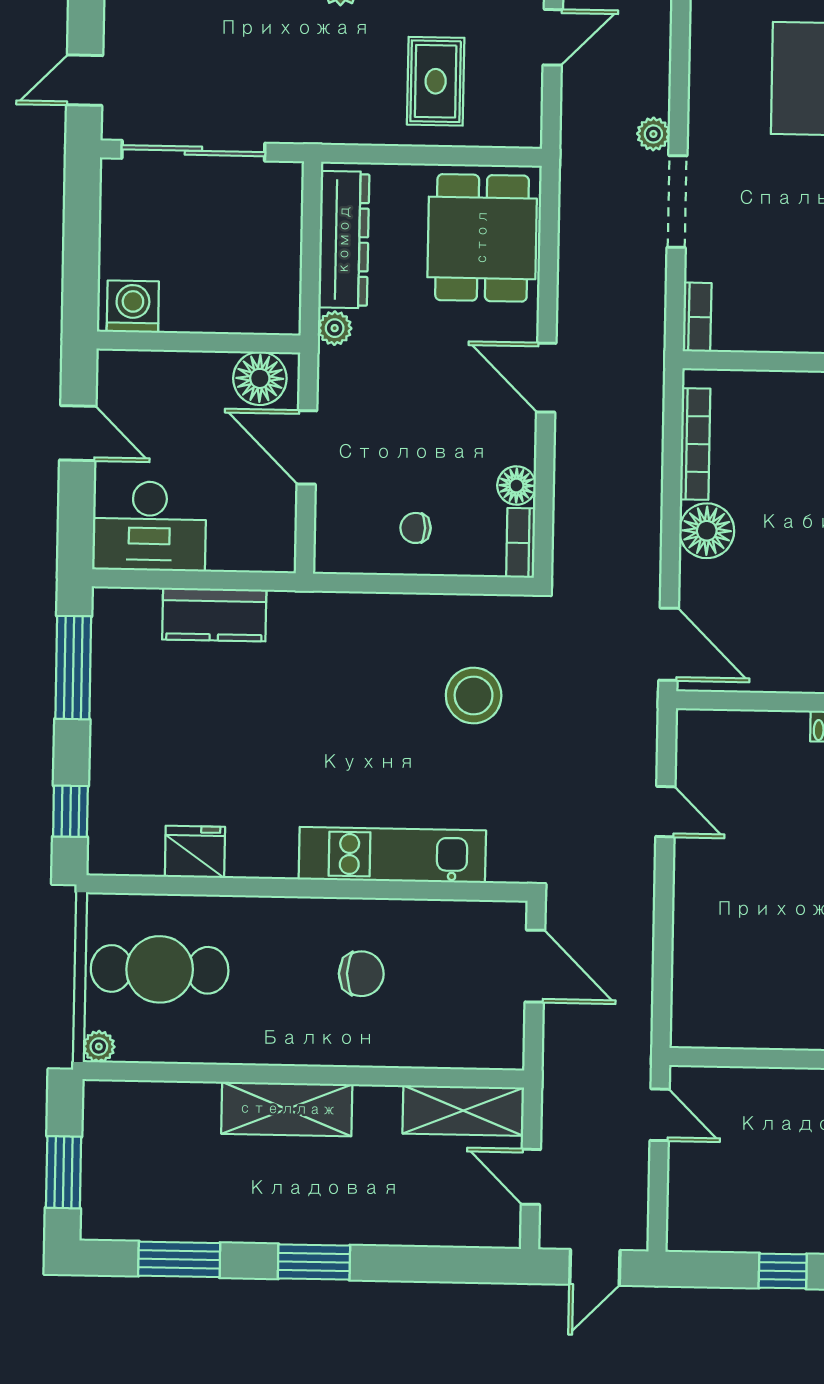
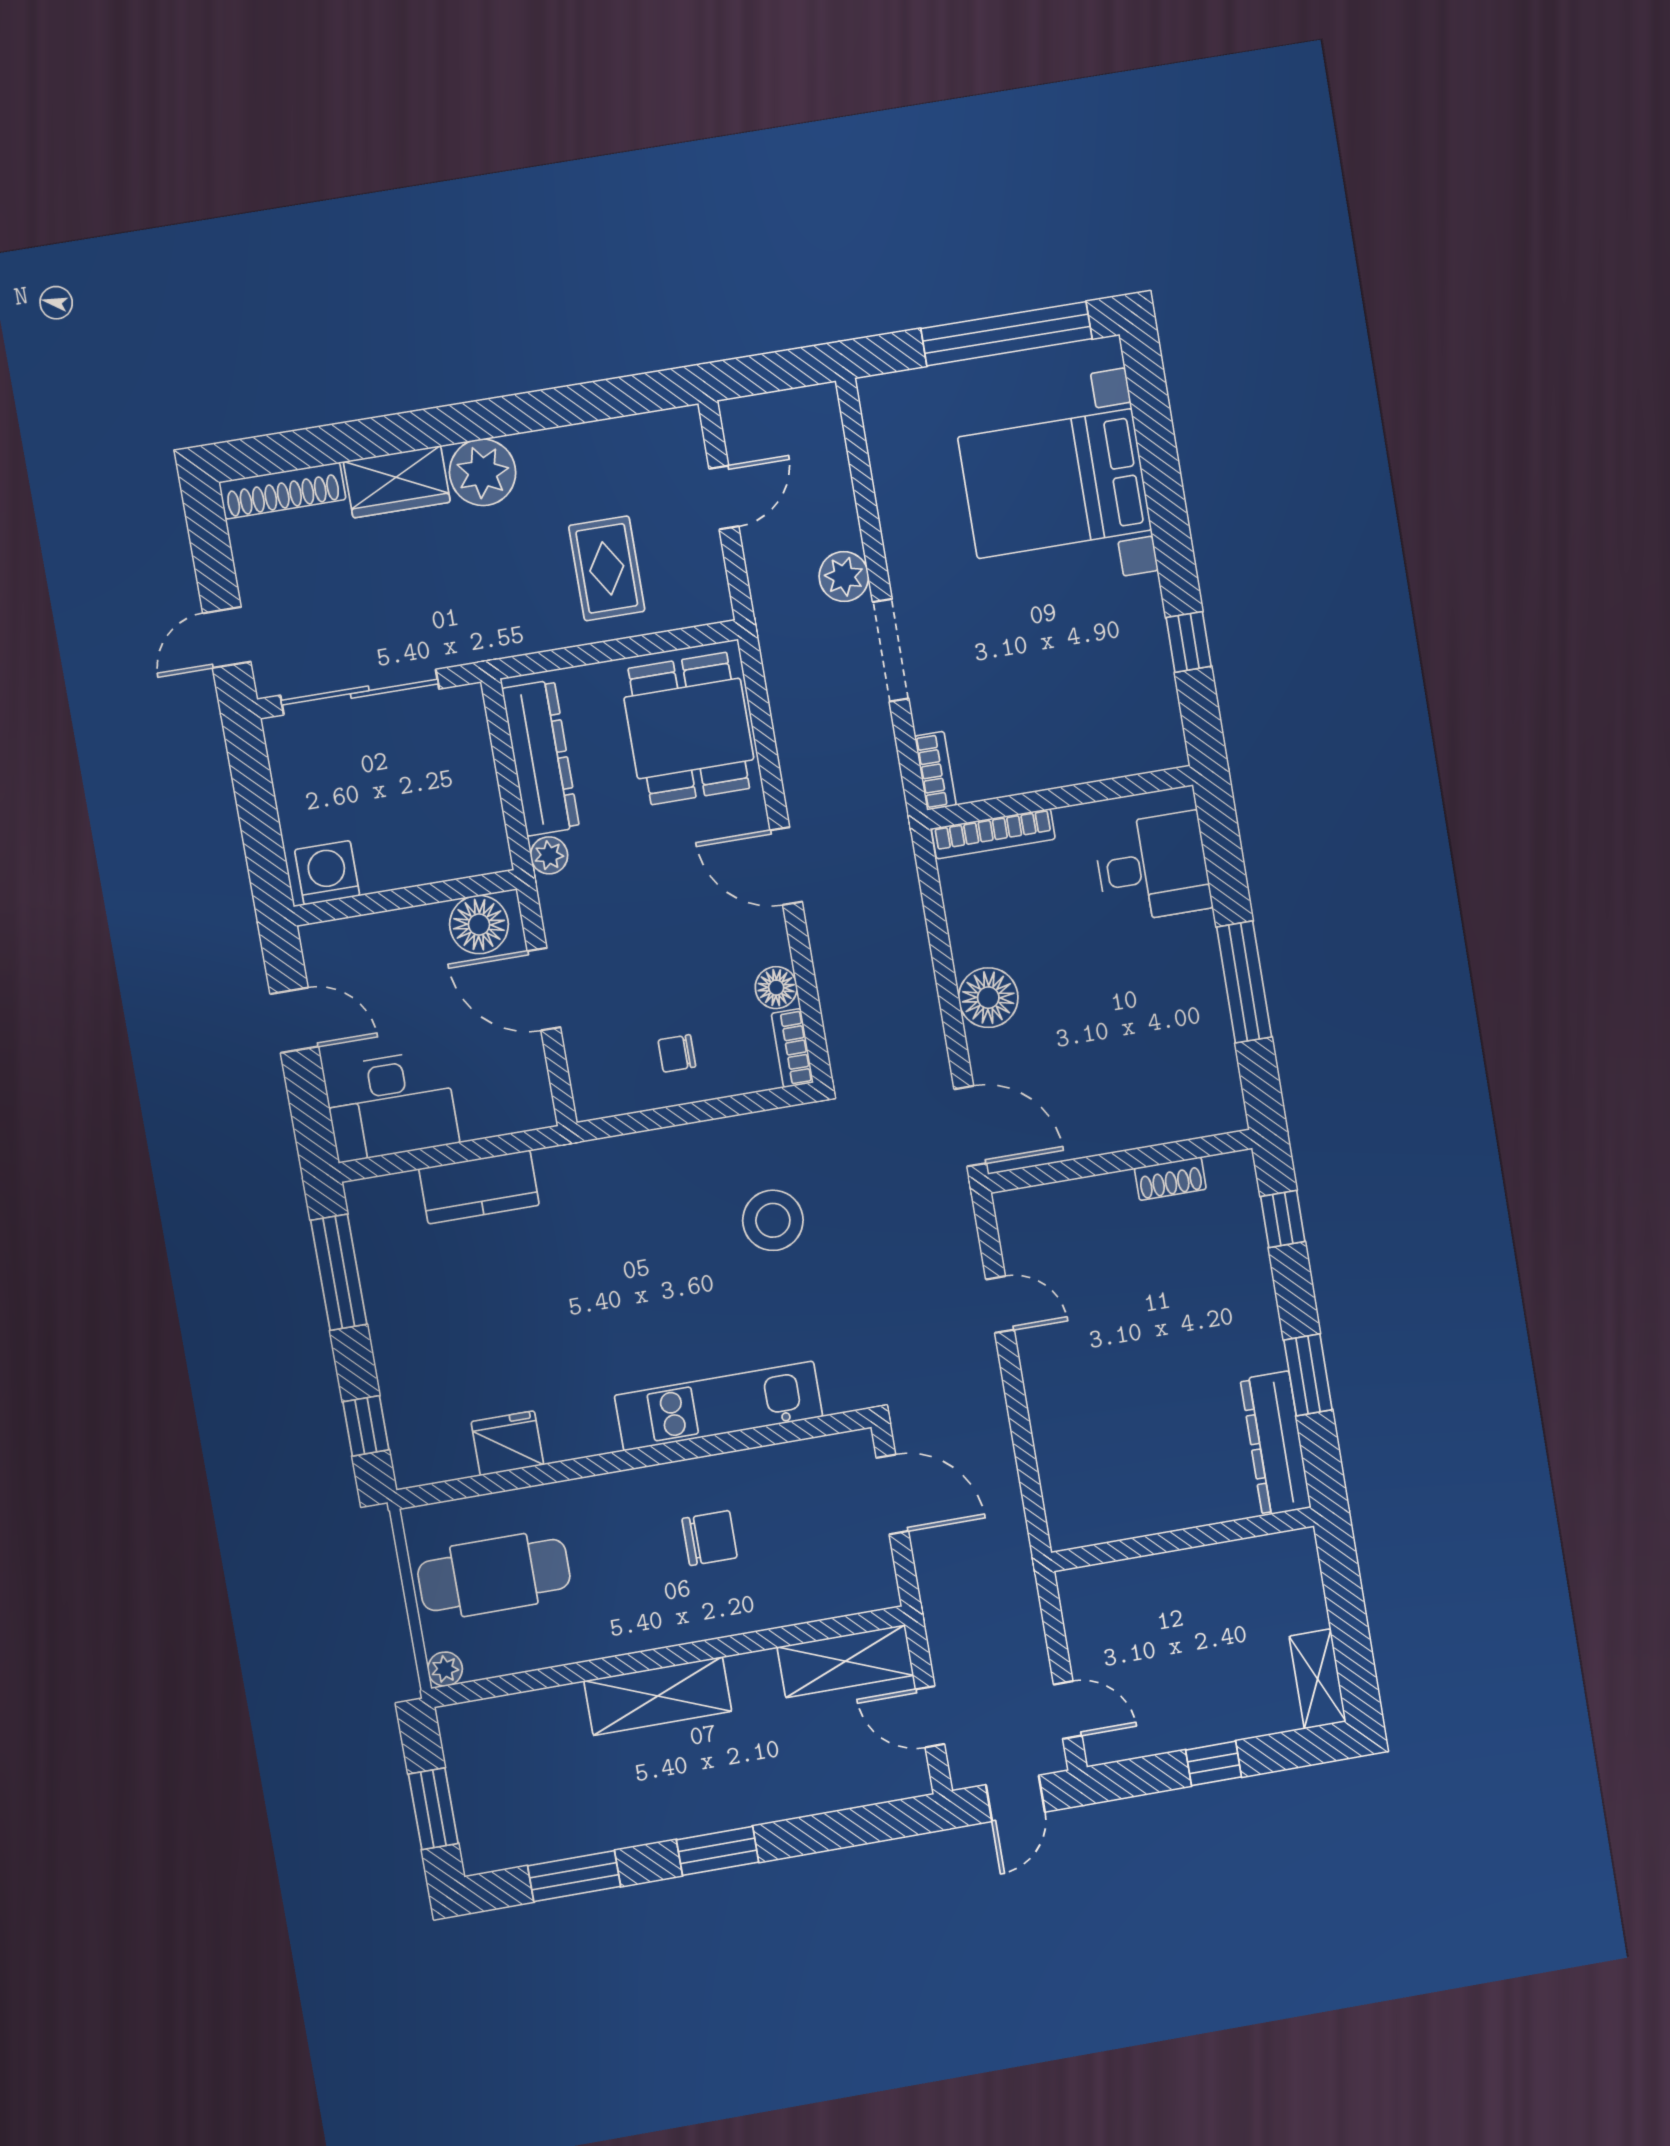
plant: (653, 134) -> (844, 577), width x1.38, depth x1.38
bookcase: (695, 444) -> (993, 834), moved, turned 90
door: (660, 1115) -> (1068, 1710), moved

